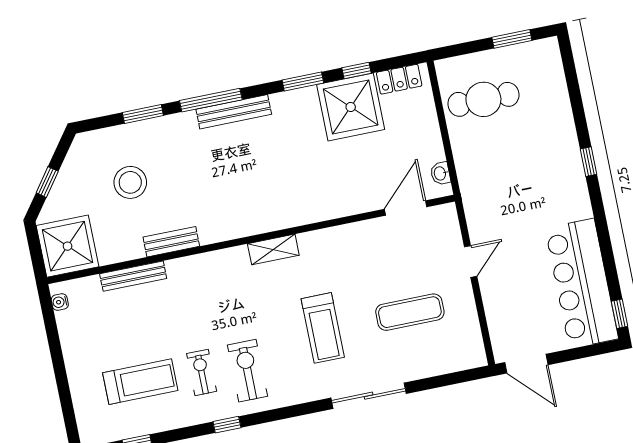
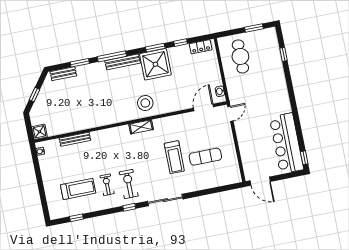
cafe table: (483, 99) -> (240, 56), turned 90
shower: (351, 107) -> (155, 64), moved
window: (588, 162) -> (283, 54), moved
stool: (130, 182) -> (145, 103), moved
bench: (171, 242) -> (63, 74), moved
shower: (68, 246) -> (39, 132), width x0.54, depth x0.54
door: (471, 261) -> (230, 114), moved
treadmill: (323, 328) -> (174, 157), moved
sliding door: (369, 396) -> (165, 200), moved
window: (227, 425) -> (129, 207), moved

